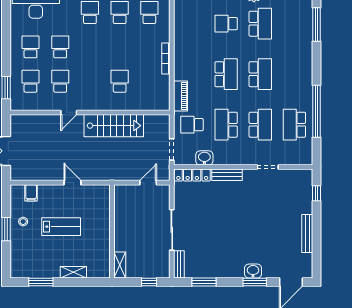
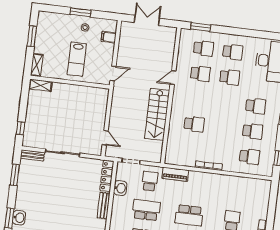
door: (69, 112) -> (173, 78), hinge flipped
wall: (112, 231) -> (70, 82), moved
shelving: (120, 265) -> (40, 85), moved

